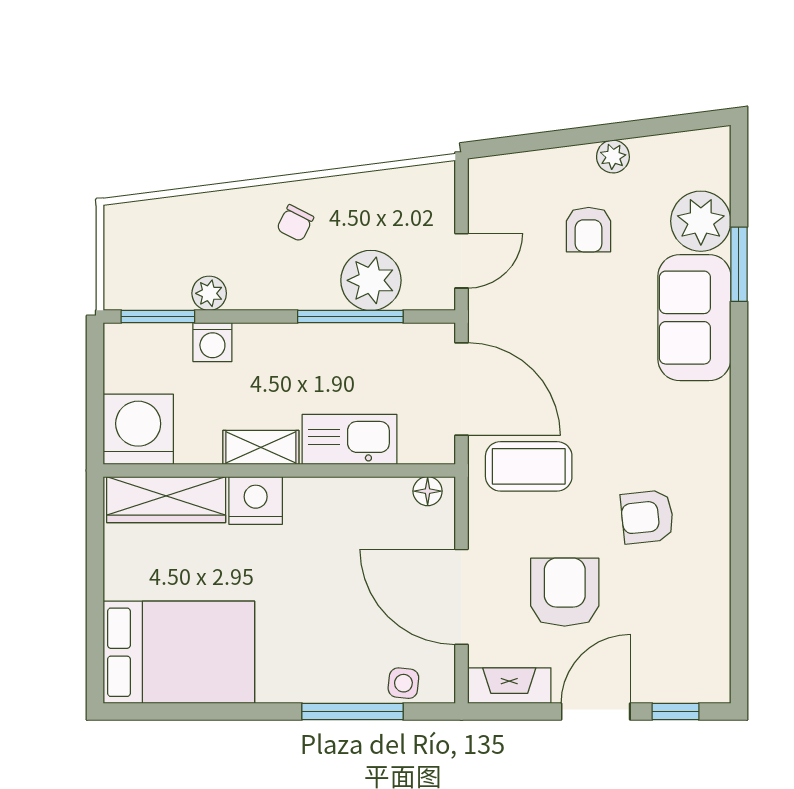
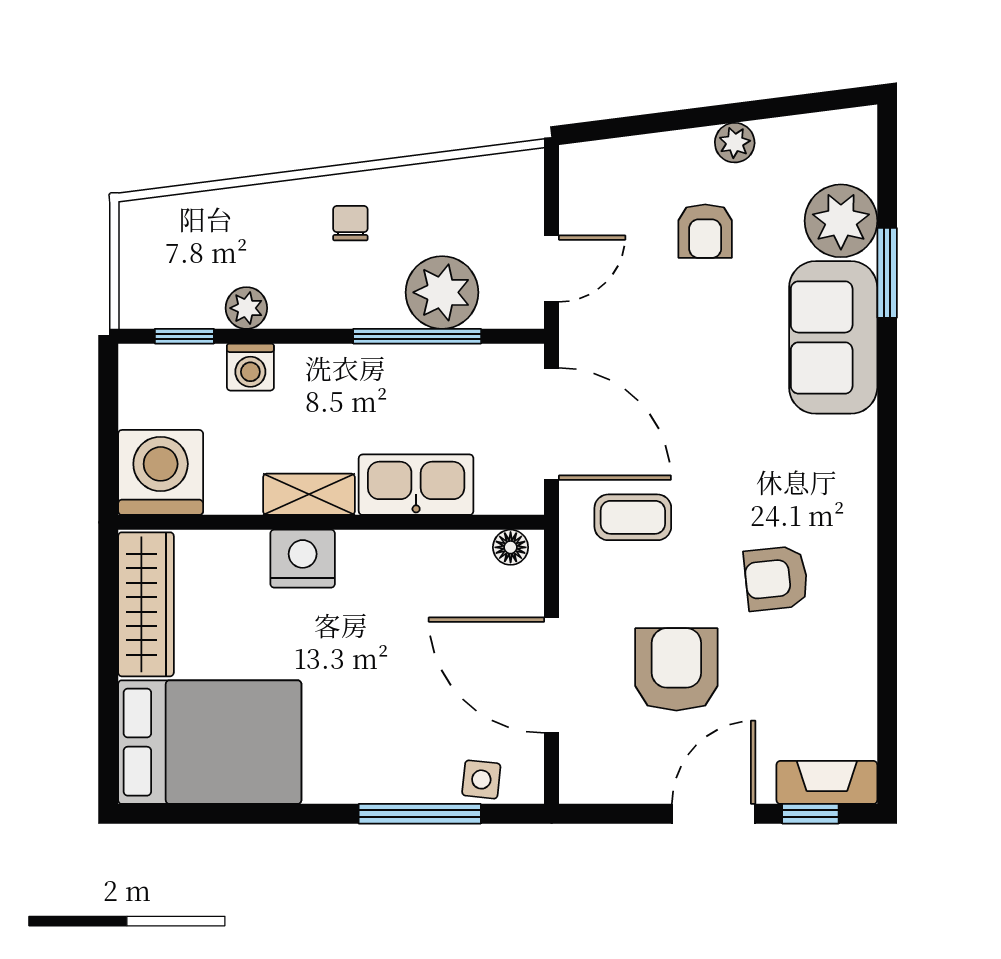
chair: (295, 223) -> (350, 223), turned 153
window: (158, 317) -> (184, 336), width x0.67
coffee table: (529, 466) -> (633, 517), width x0.73, depth x0.77
wardrobe: (166, 500) -> (146, 604), moved, turned -90
fireplace: (509, 686) -> (827, 782), moved

